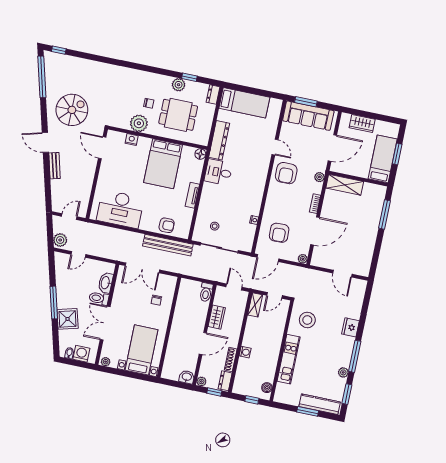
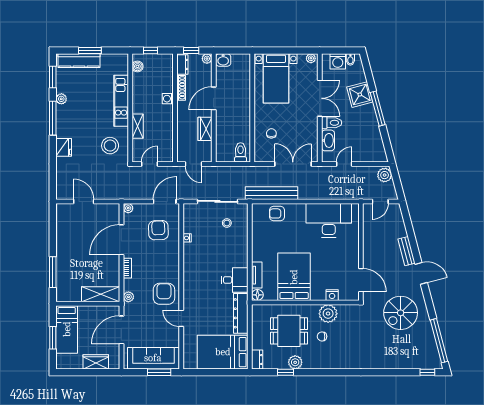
bed: (244, 103) -> (223, 352), width x1.50
tv unit: (192, 195) -> (257, 275), moved
door: (78, 254) -> (344, 164), moved
toilet: (206, 292) -> (241, 152), moved
shelving: (255, 305) -> (138, 126), moved

